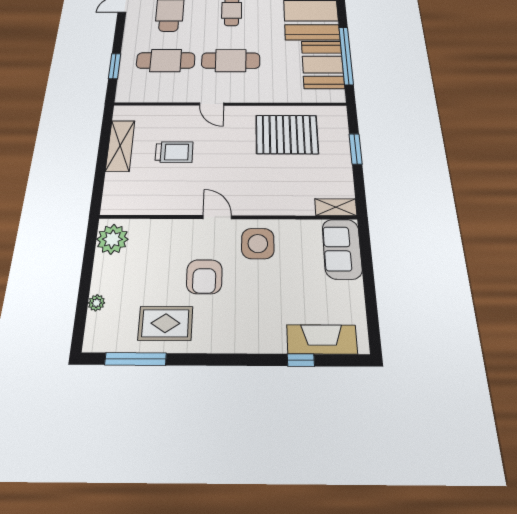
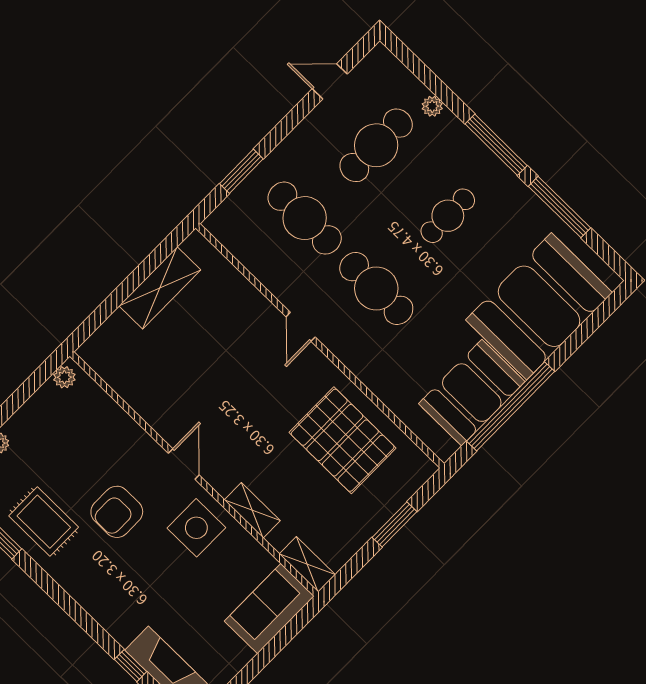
trolley: (174, 152) -> (208, 349), removed
shelving: (278, 207) -> (252, 510), added
plant: (112, 239) -> (64, 377), width x0.53, depth x0.53

